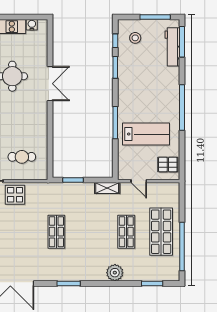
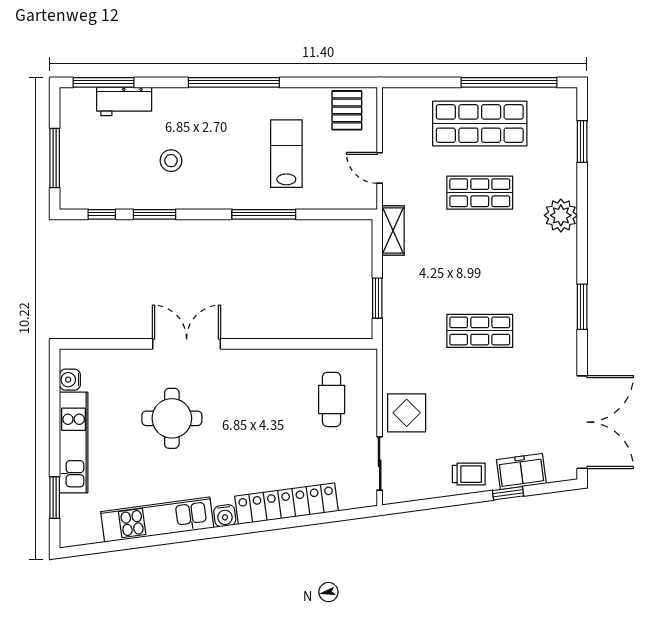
window: (155, 17) -> (55, 158), moved
stool: (135, 38) -> (171, 161), moved
workbench: (172, 47) -> (124, 101), width x0.73
lab bench: (146, 134) -> (286, 154), width x0.73, depth x0.72
door: (139, 181) -> (380, 168), swing flipped

